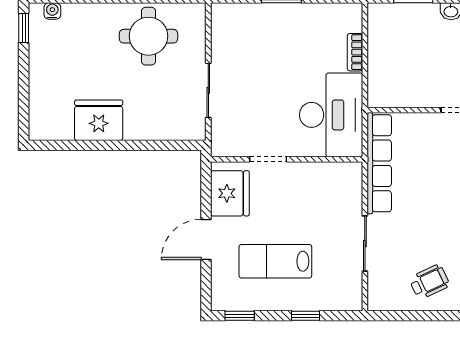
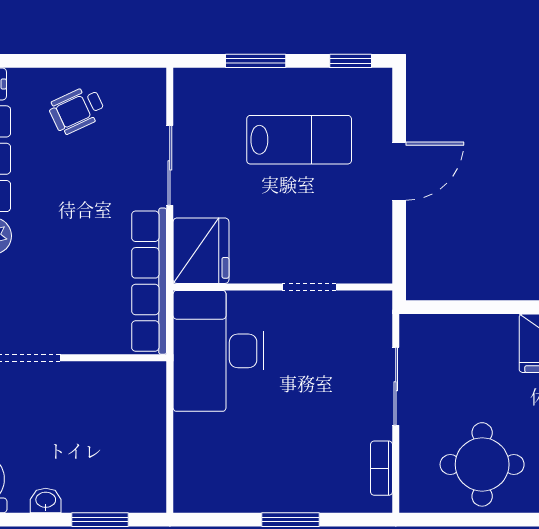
bookcase: (355, 52) -> (382, 468), moved, turned 180
fridge: (230, 193) -> (201, 251), moved, turned 180
window: (305, 316) -> (256, 61), width x1.50

